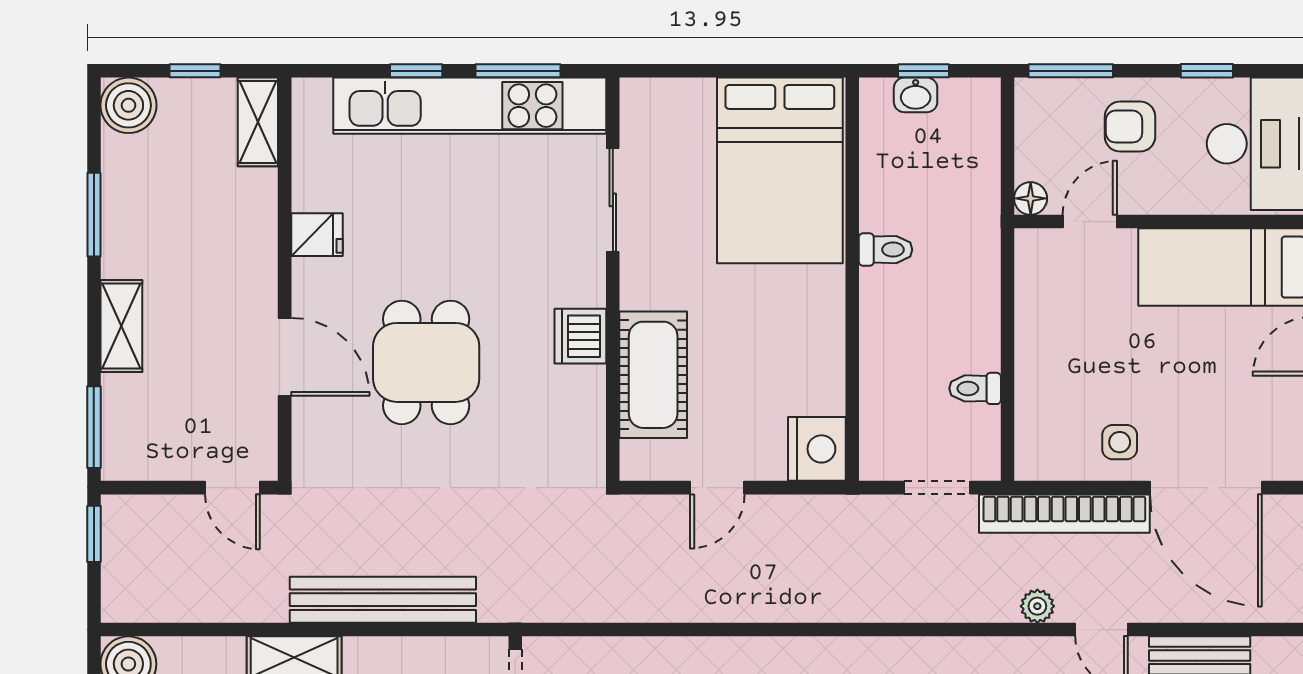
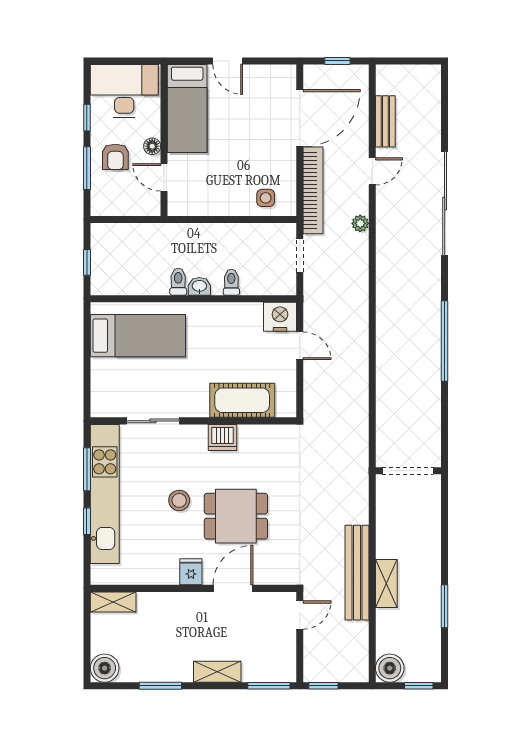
window: (195, 71) -> (87, 634), removed
window: (1071, 71) -> (87, 168), moved
washbasin: (916, 95) -> (199, 286), moved, turned -90
bed: (780, 170) -> (138, 336), width x0.67
floor lamp: (1031, 198) -> (152, 146), moved
fridge: (317, 235) -> (191, 572), moved
stool: (457, 251) -> (179, 500), added
toilet: (975, 388) -> (231, 282), moved, turned 180
side table: (1120, 442) -> (266, 198), moved
door: (717, 488) -> (300, 346), moved
bench: (383, 600) -> (357, 573), moved
plant: (1037, 606) -> (360, 223), moved

